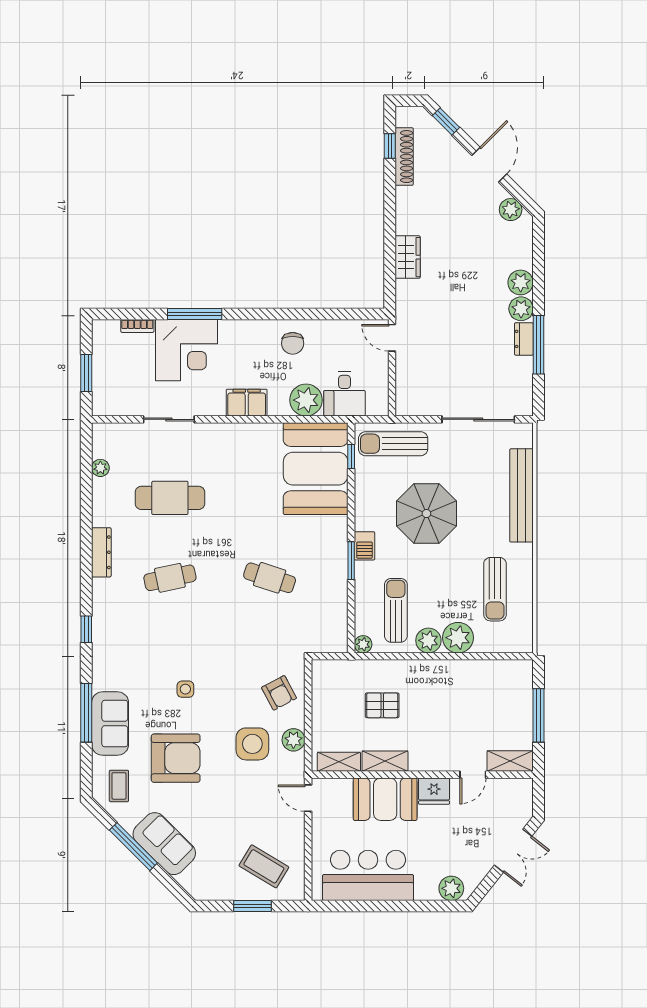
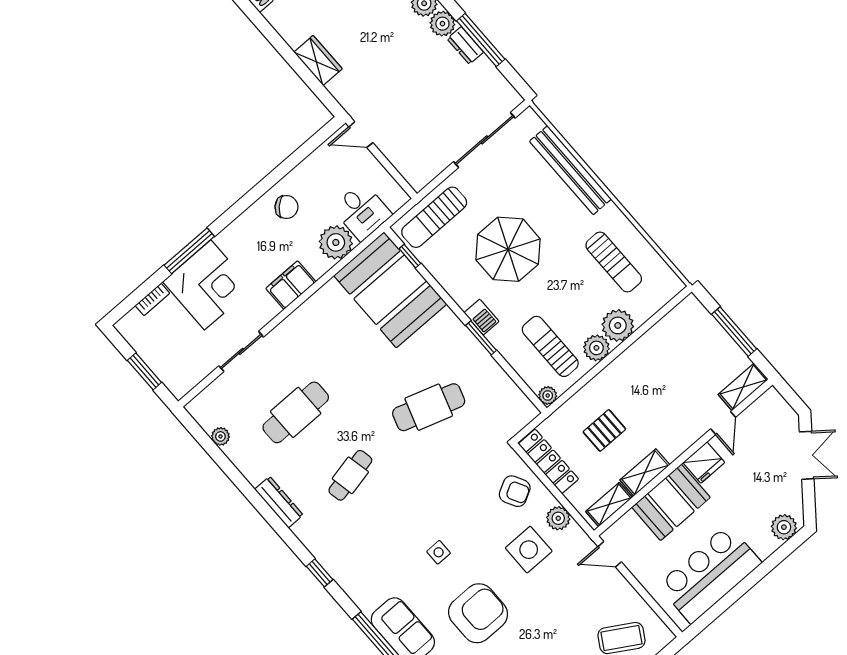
chair: (293, 343) -> (286, 207), turned -44
cafe table: (270, 578) -> (429, 407), width x1.37, depth x1.35
locker: (322, 692) -> (548, 461), added

